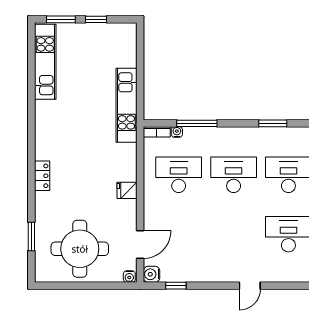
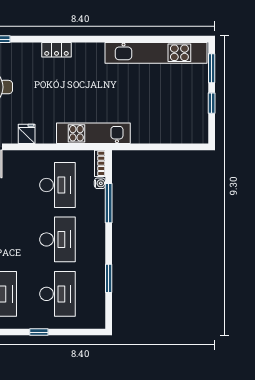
kitchen unit: (45, 62) -> (156, 53), width x1.36
kitchen unit: (126, 105) -> (93, 133), moved
fridge: (127, 190) -> (27, 134), moved

